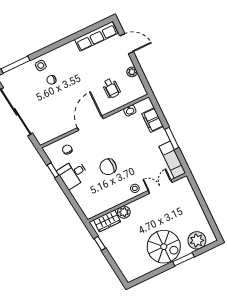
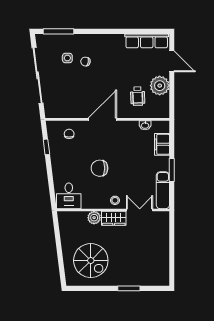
side table: (41, 66) -> (67, 58), moved
plant: (132, 72) -> (160, 86), width x1.87, depth x1.87
desk: (73, 174) -> (69, 196), moved, turned -83
wardrobe: (107, 221) -> (114, 218), moved
plant: (197, 240) -> (150, 277), removed
window: (100, 243) -> (58, 236), removed
spiral stairs: (164, 247) -> (91, 261), moved

